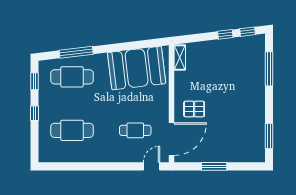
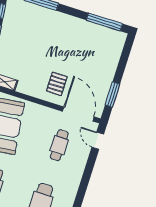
window: (269, 136) -> (104, 22), width x1.44
window: (214, 166) -> (112, 94), moved

